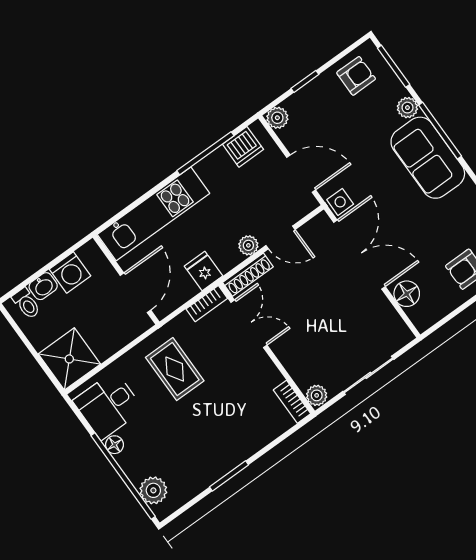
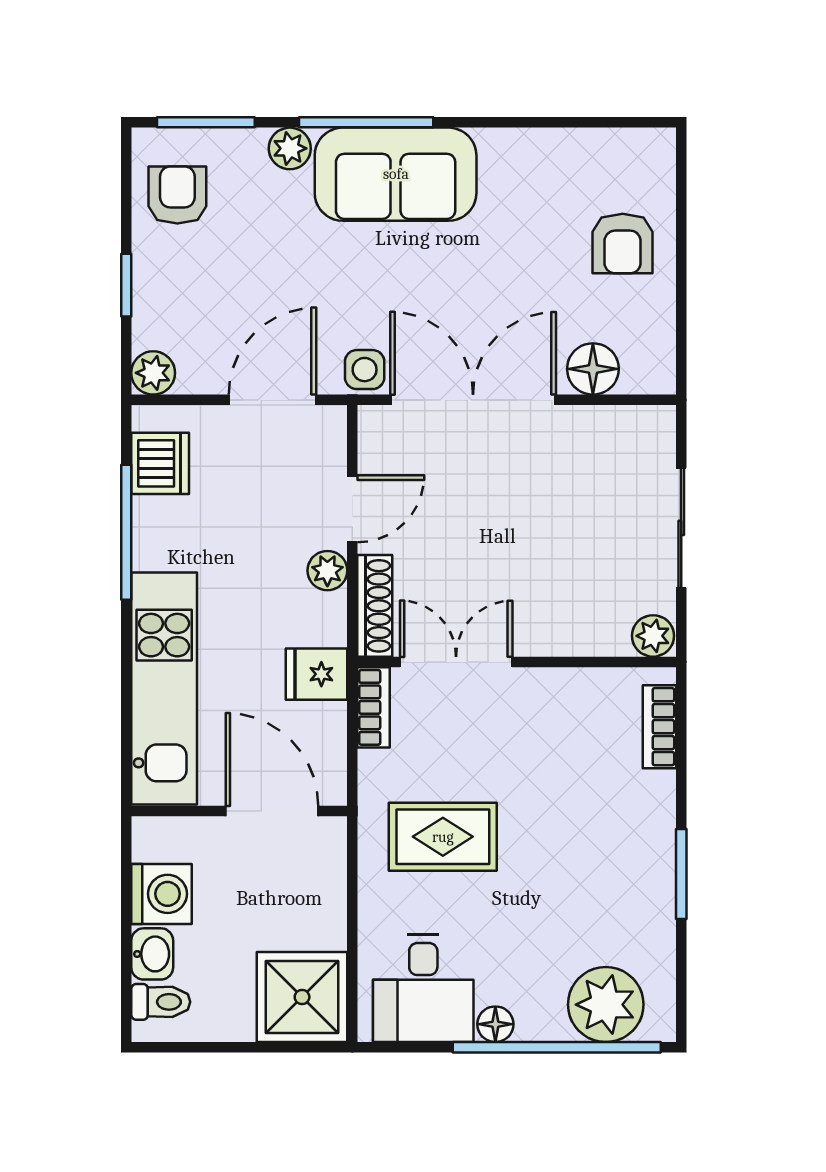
bookcase: (292, 402) -> (659, 727), moved, turned 90
plant: (153, 490) -> (606, 1005), width x1.36, depth x1.36

